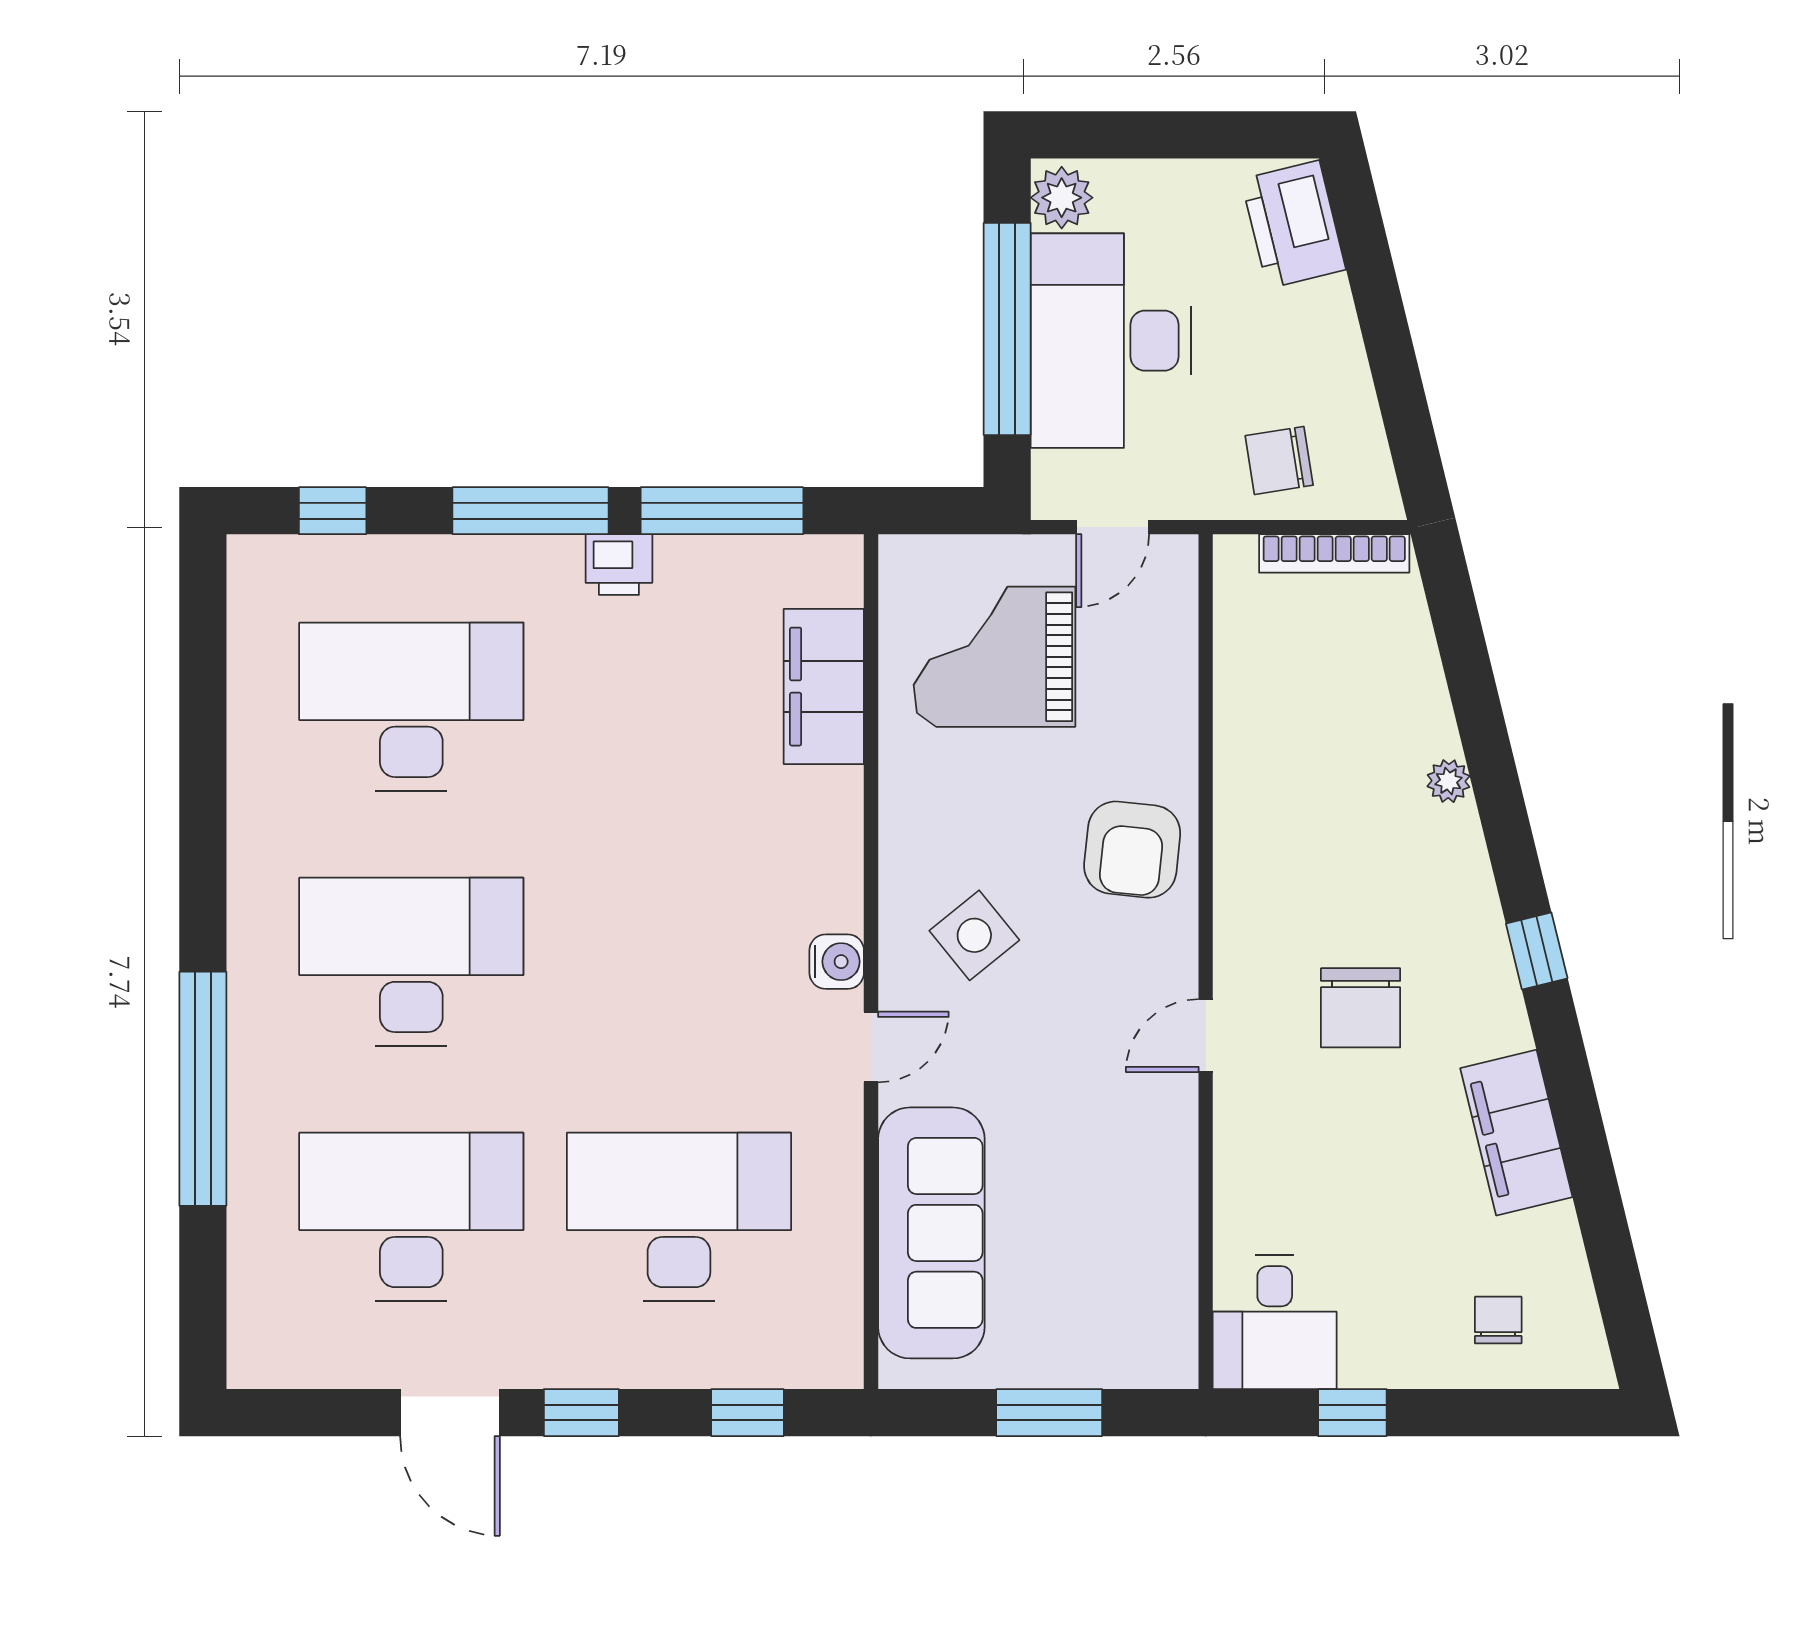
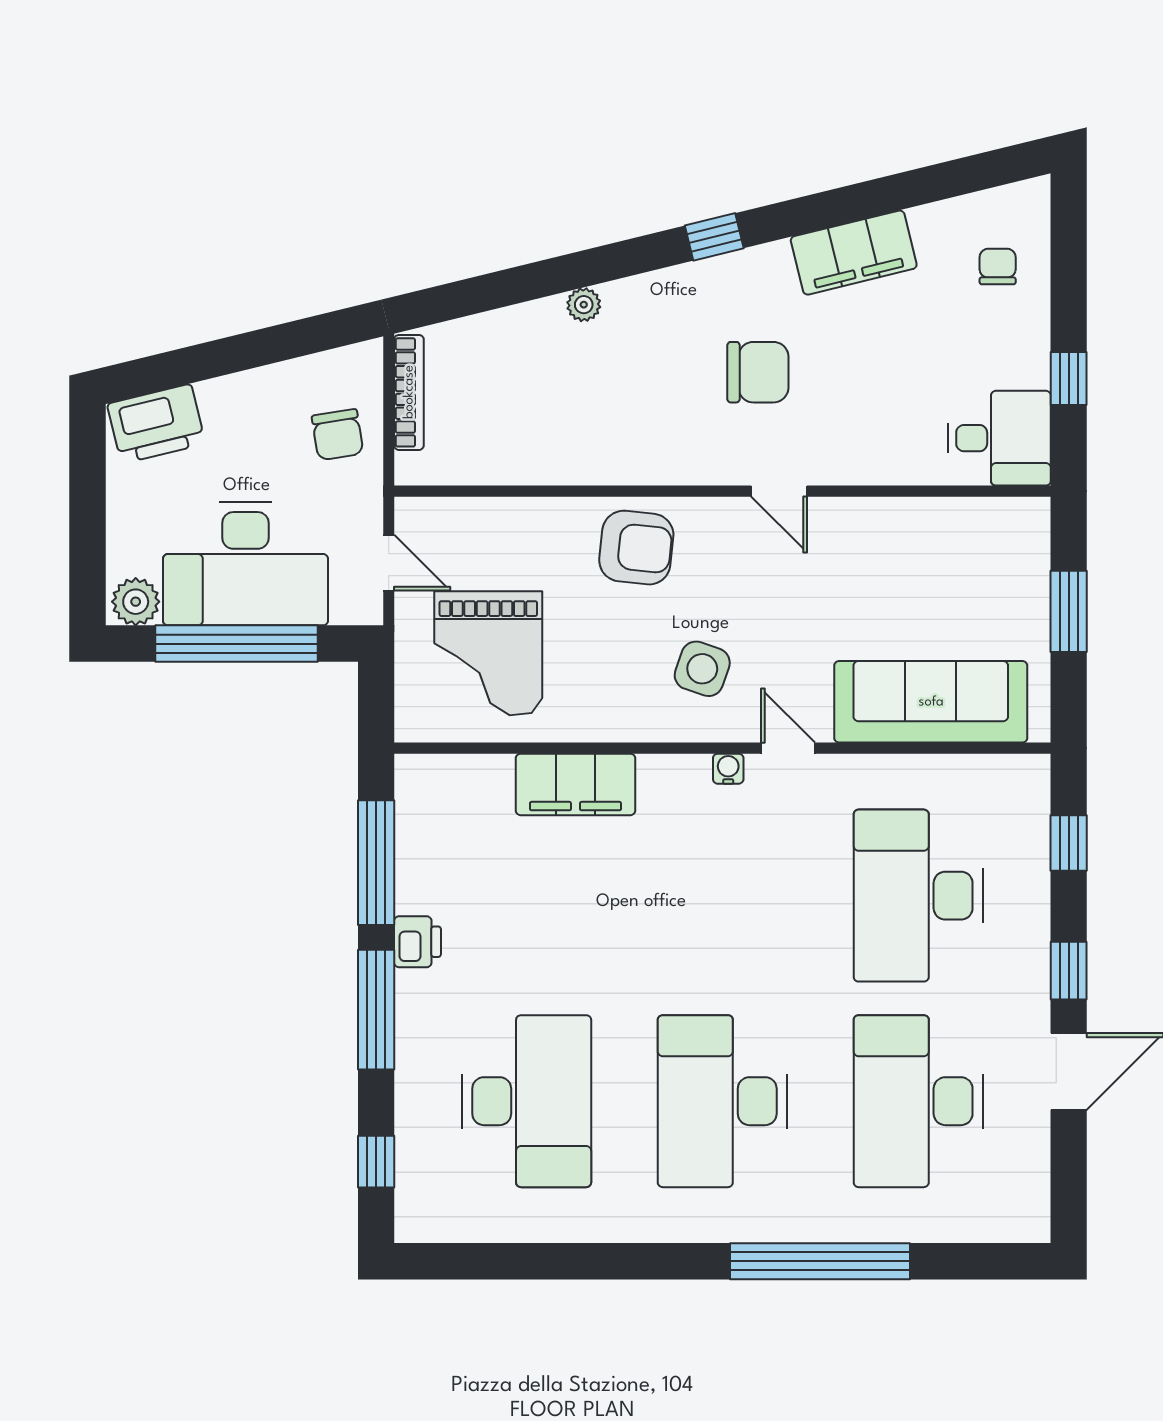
filing cabinet: (824, 687) -> (575, 784), moved
desk: (411, 707) -> (527, 1101), turned 180
side table: (974, 935) -> (702, 669), turned -32
water cooler: (837, 962) -> (728, 769), width x0.72, depth x0.72
chair: (1498, 1320) -> (998, 266), turned 90

